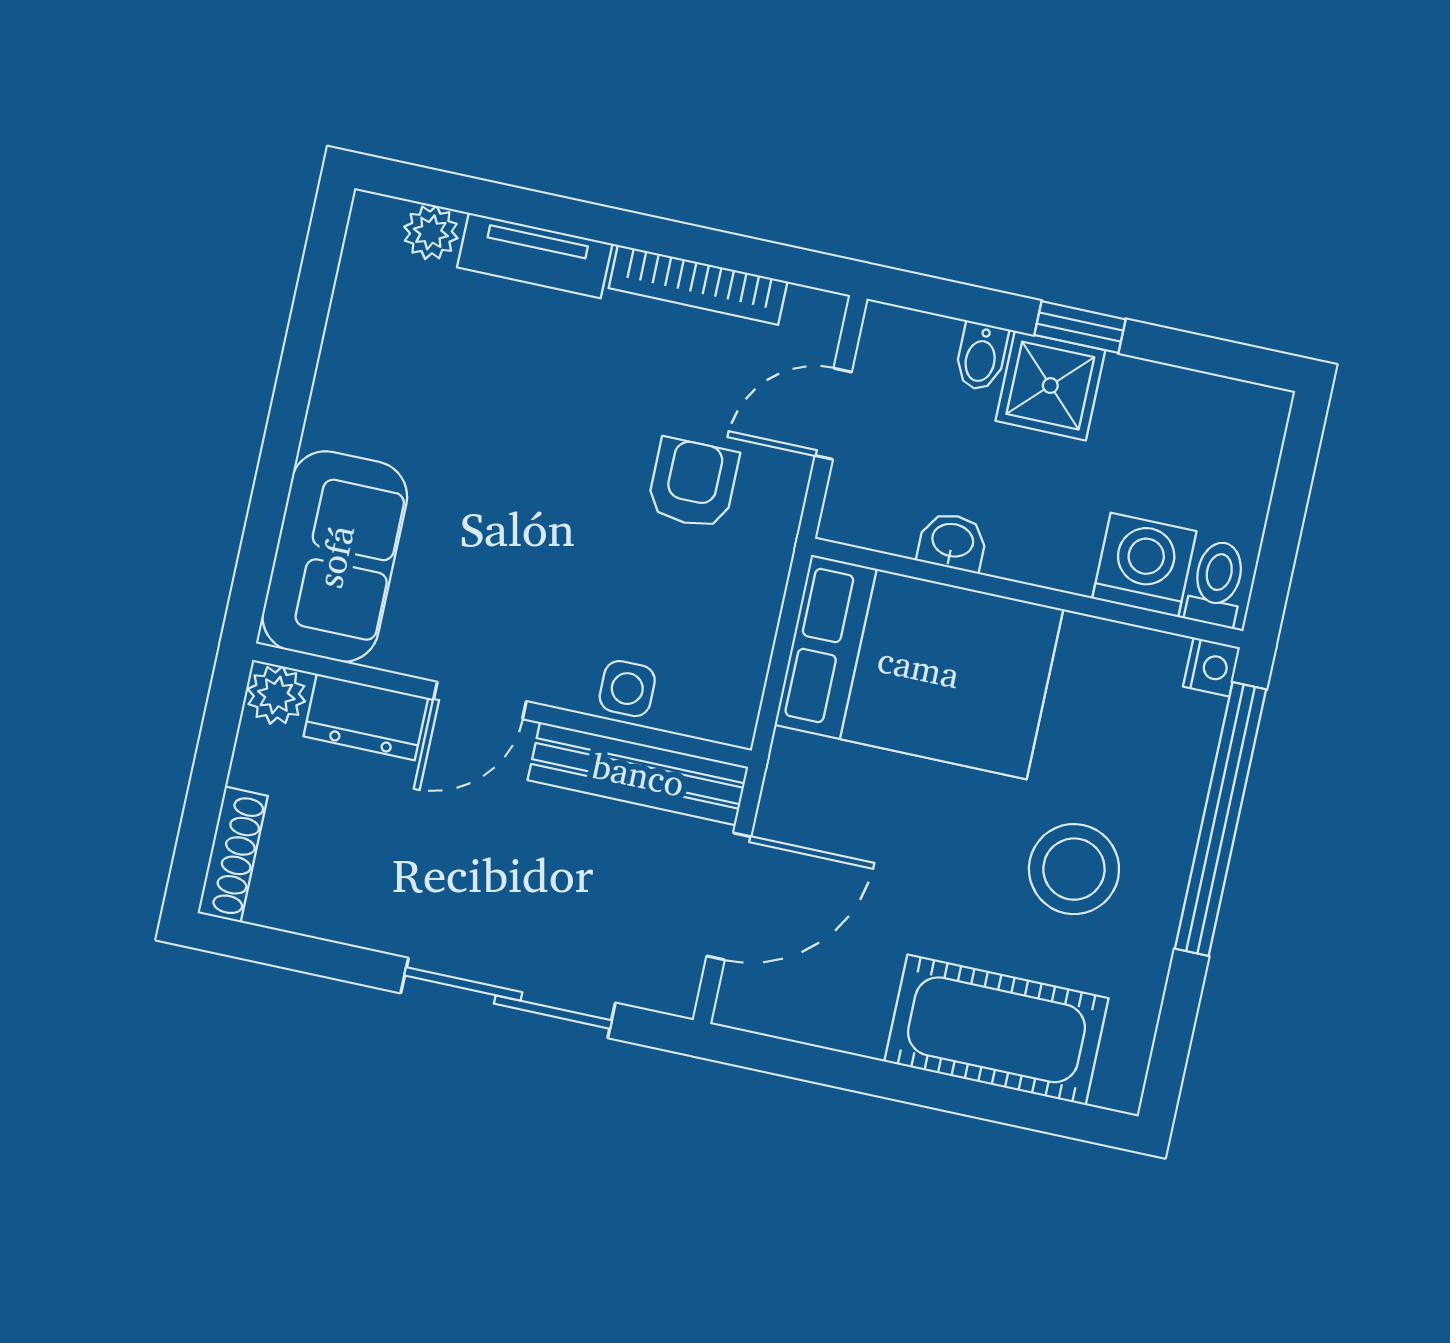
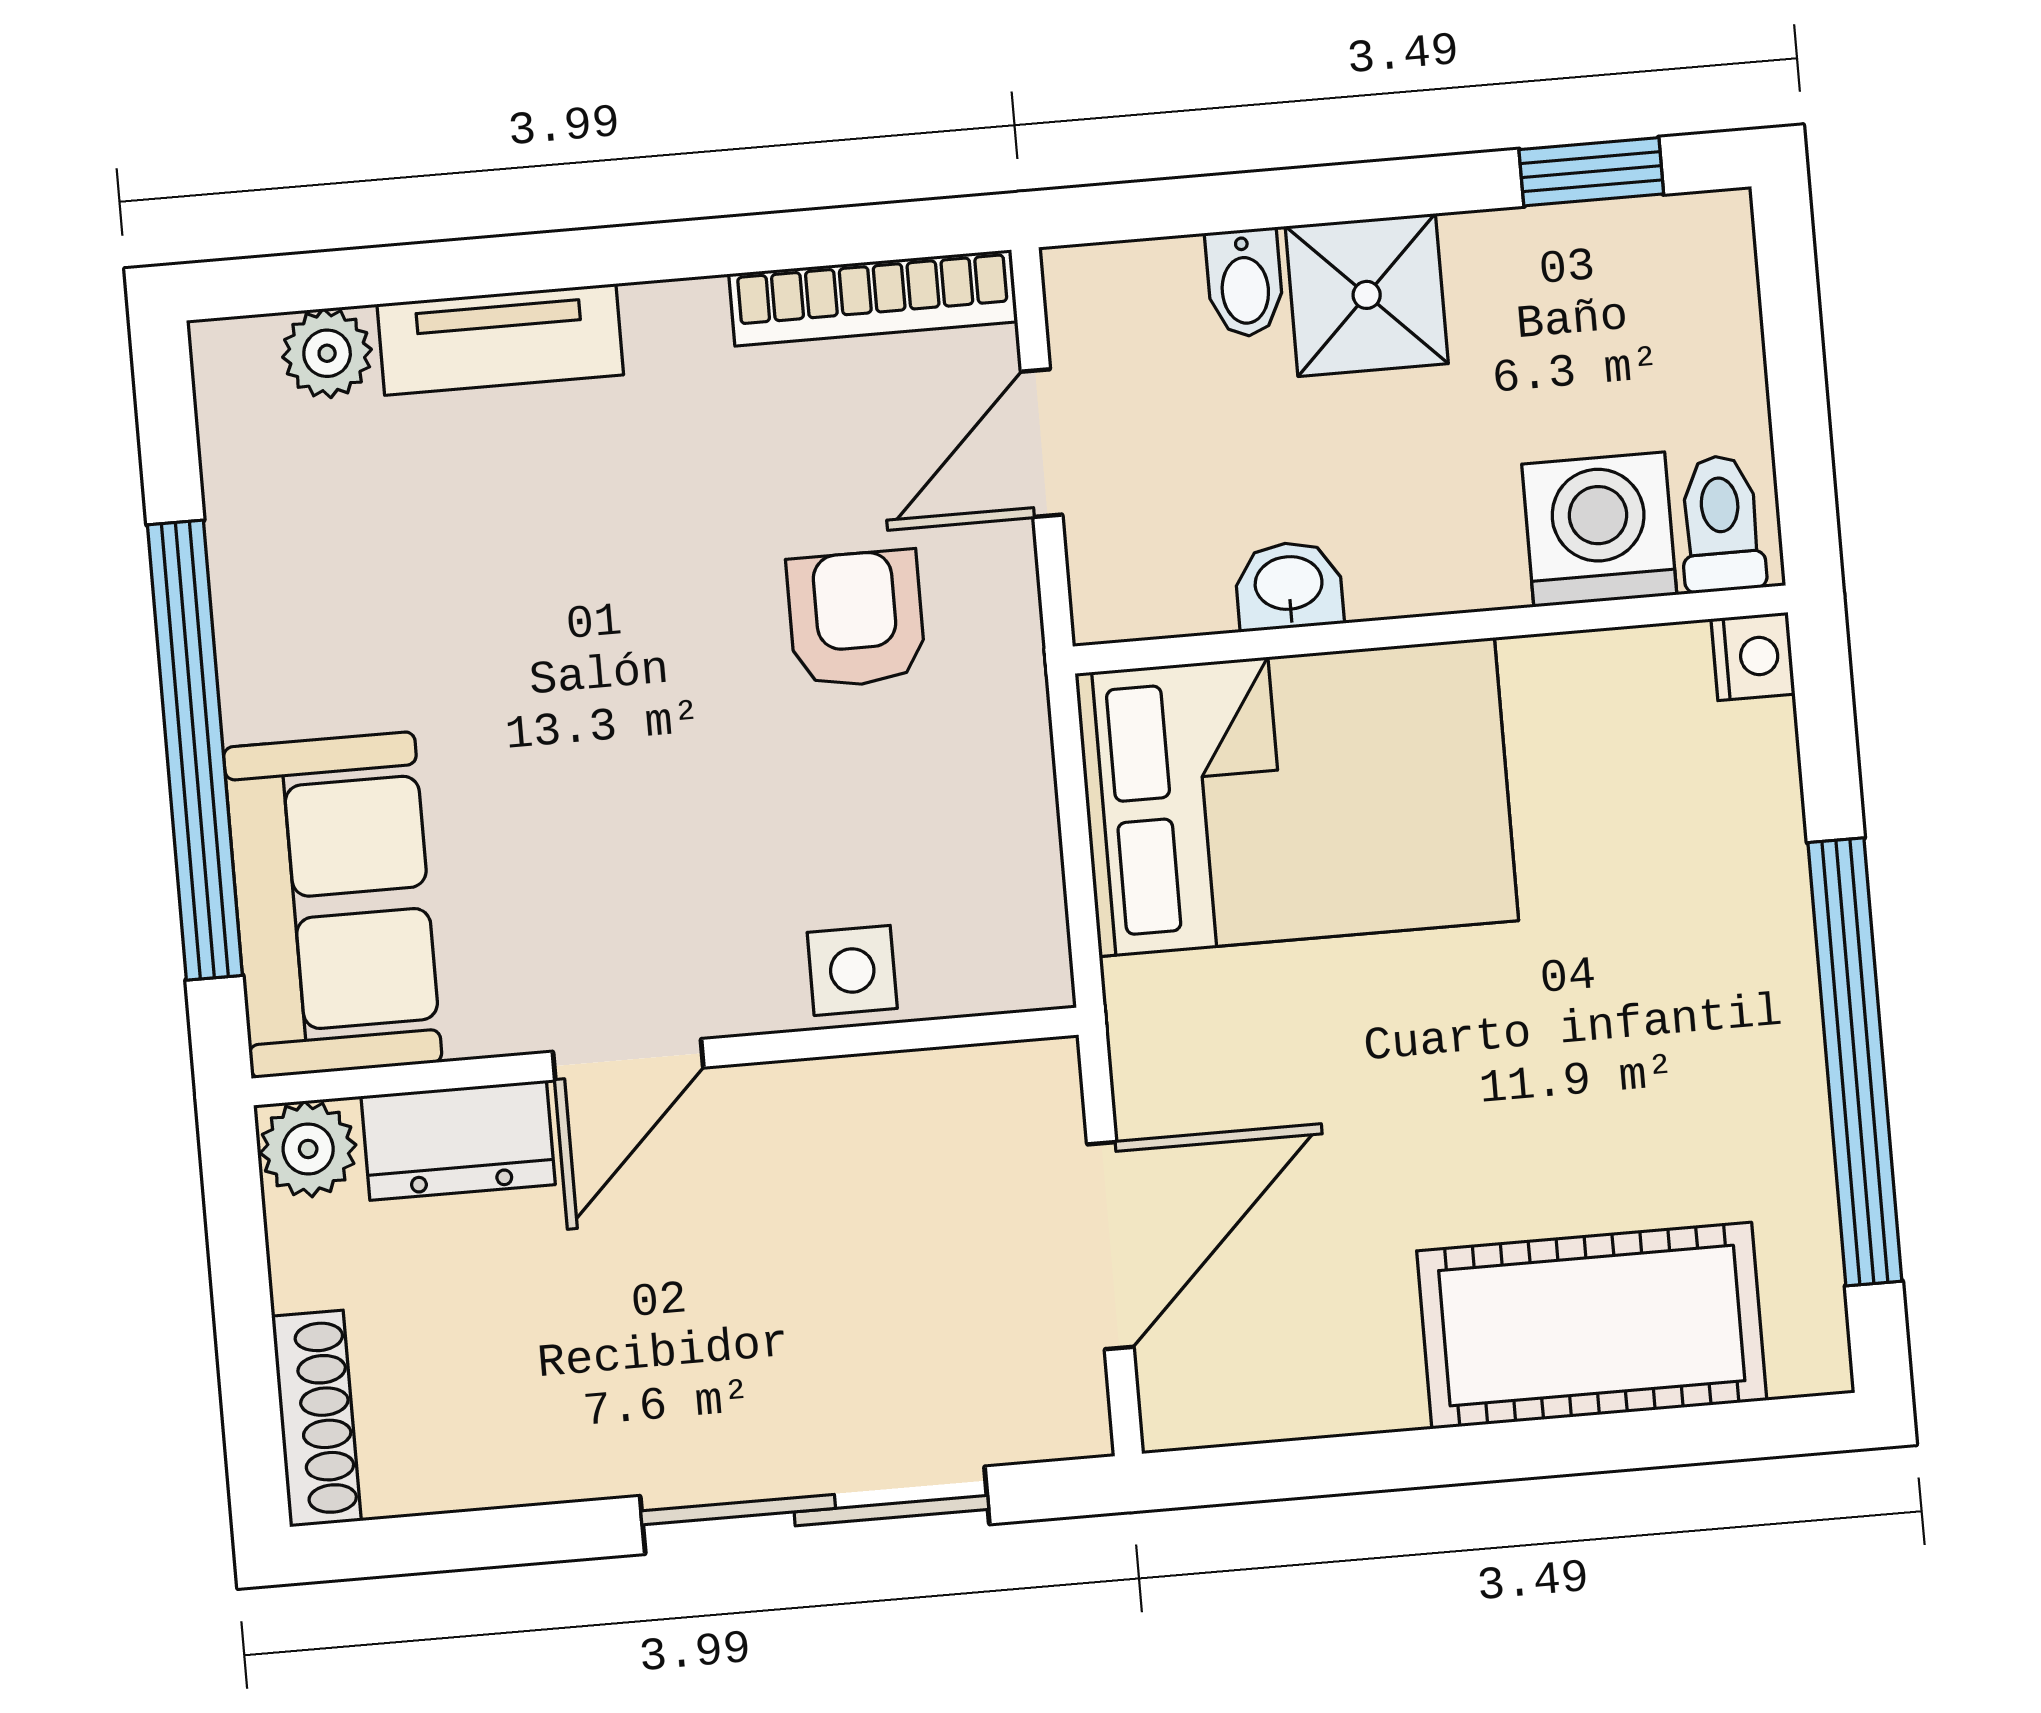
bookcase: (698, 285) -> (873, 298), moved
window: (1080, 327) -> (1591, 172), moved
window: (282, 441) -> (195, 750), added
bench: (638, 774) -> (910, 1098), removed
window: (1221, 819) -> (1855, 1062), moved
stool: (1074, 869) -> (1636, 1038), removed

